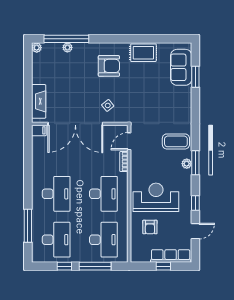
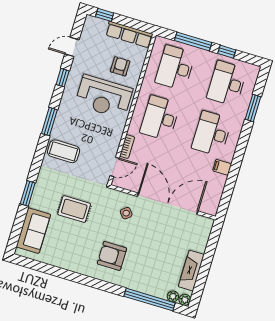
plant: (67, 47) -> (173, 296), moved
rug: (143, 53) -> (74, 209), moved
window: (195, 77) -> (28, 193), moved
fireplace: (39, 101) -> (191, 271), moved
filing cabinet: (39, 130) -> (222, 167), moved
plant: (187, 164) -> (59, 123), removed
window: (28, 226) -> (253, 108), width x0.69
row of seats: (171, 256) -> (129, 34), moved
window: (163, 266) -> (105, 15), moved

